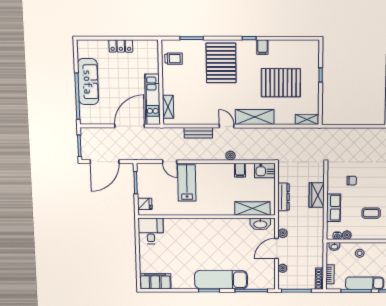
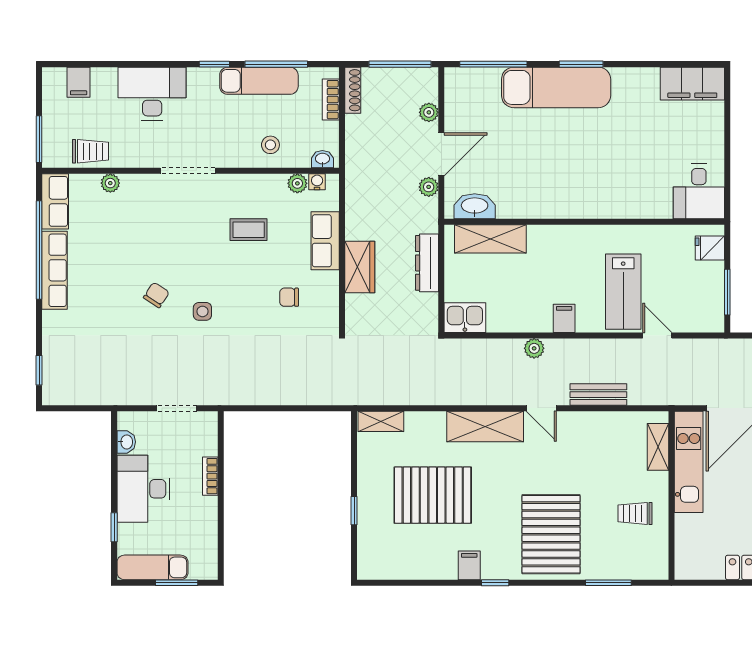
trolley: (174, 59) -> (635, 513), moved
filing cabinet: (240, 170) -> (564, 318), moved

